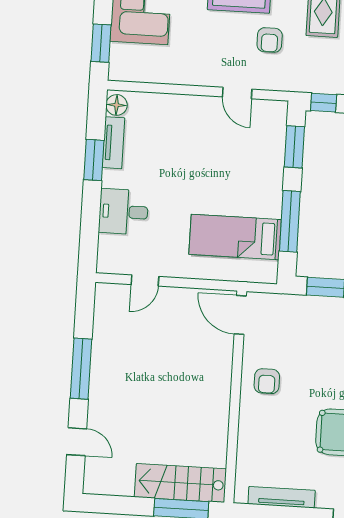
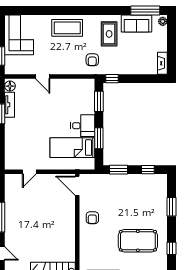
armchair: (270, 40) -> (92, 60), moved
door: (237, 93) -> (43, 76), moved
desk: (123, 212) -> (83, 126), moved, turned 180
window: (290, 221) -> (99, 138), width x0.69

